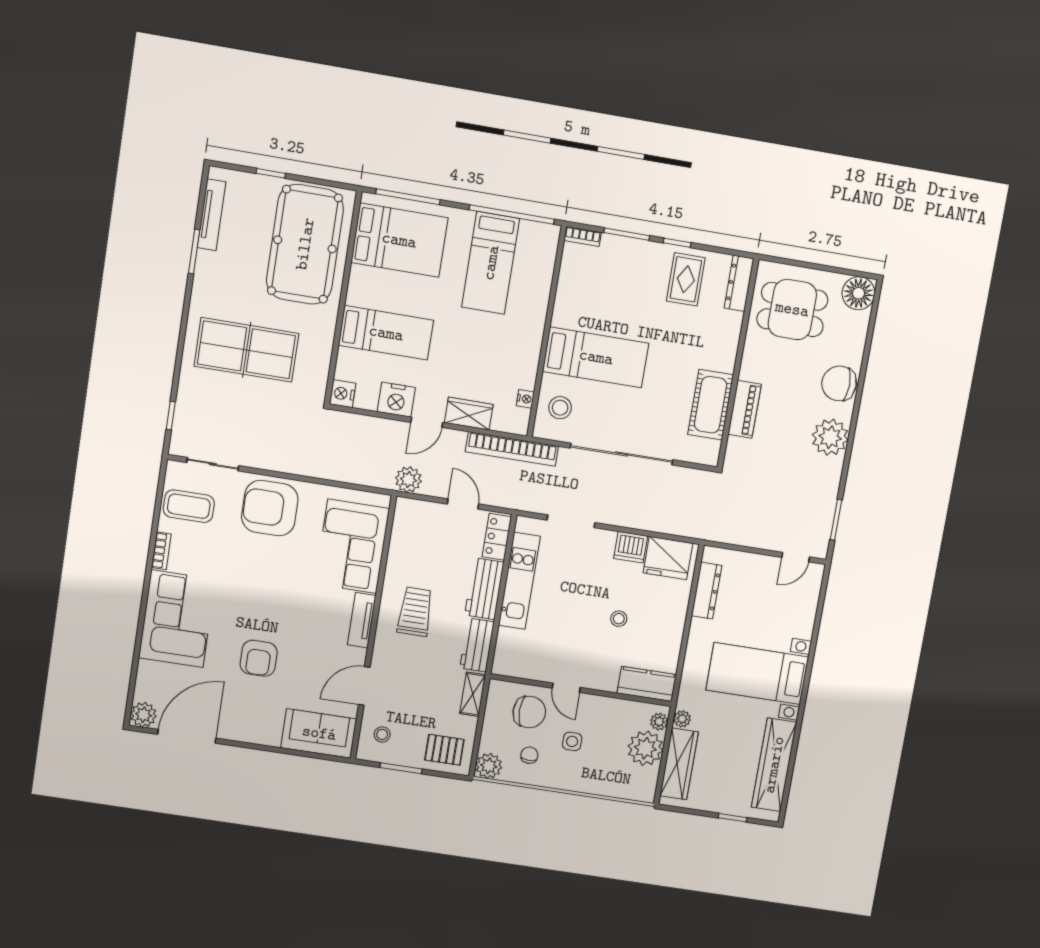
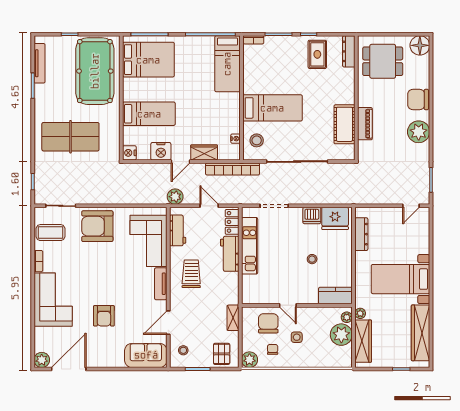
bed: (491, 263) -> (227, 64), moved
workbench: (477, 645) -> (178, 230), moved, turned 180
chair: (529, 712) -> (268, 323), turned -90
pallet: (444, 750) -> (222, 354), turned 90

